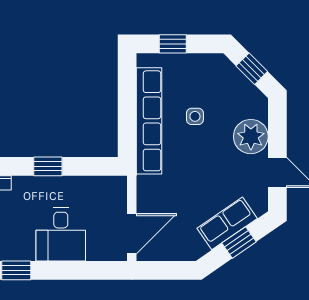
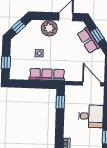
row of seats: (149, 121) -> (47, 75), width x0.73
window: (48, 166) -> (60, 102), moved

